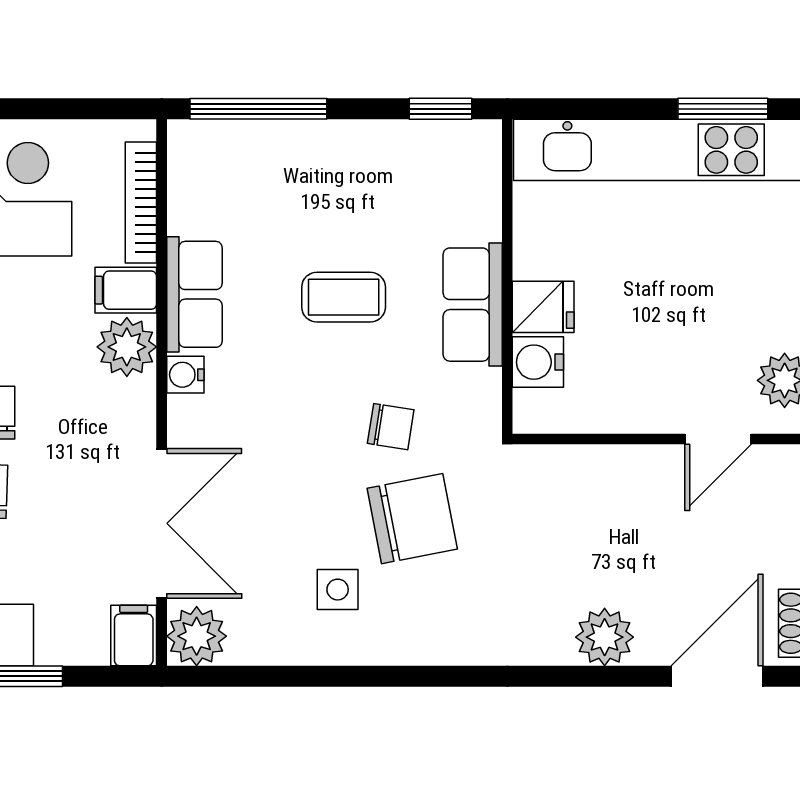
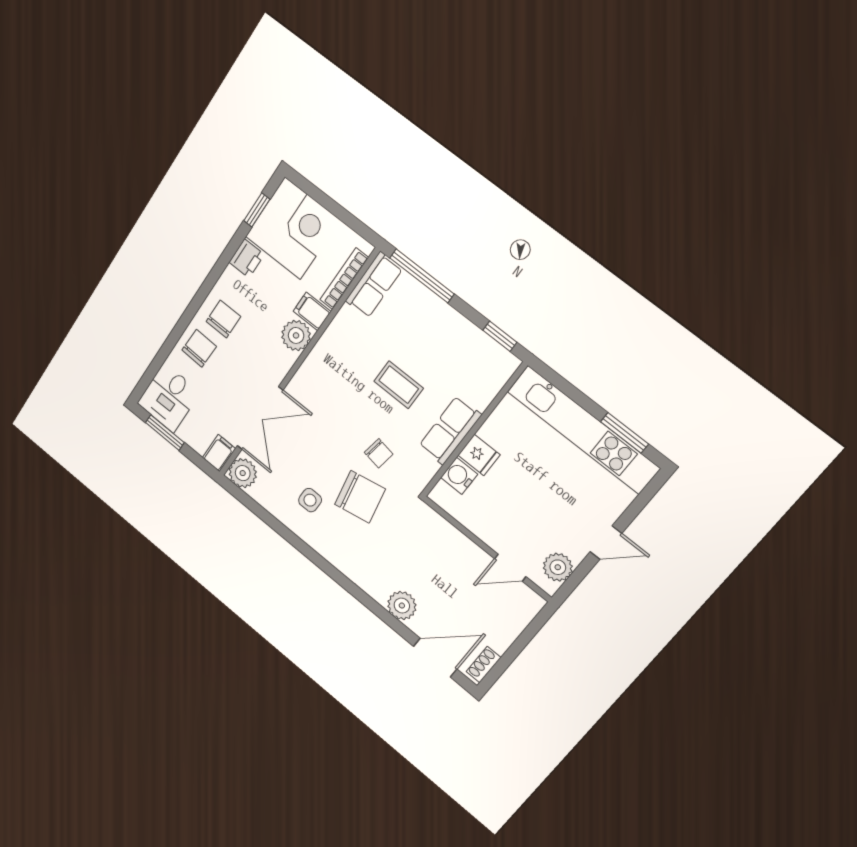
row of seats: (194, 294) -> (374, 285), moved
water cooler: (185, 375) -> (311, 366), removed

